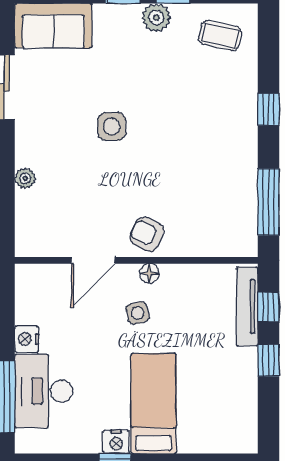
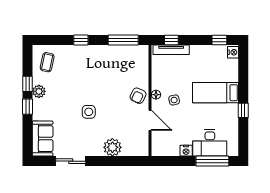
plant: (25, 178) -> (112, 147), width x1.87, depth x1.87
window: (268, 360) -> (219, 40), moved
nightstand: (116, 442) -> (233, 52), moved

